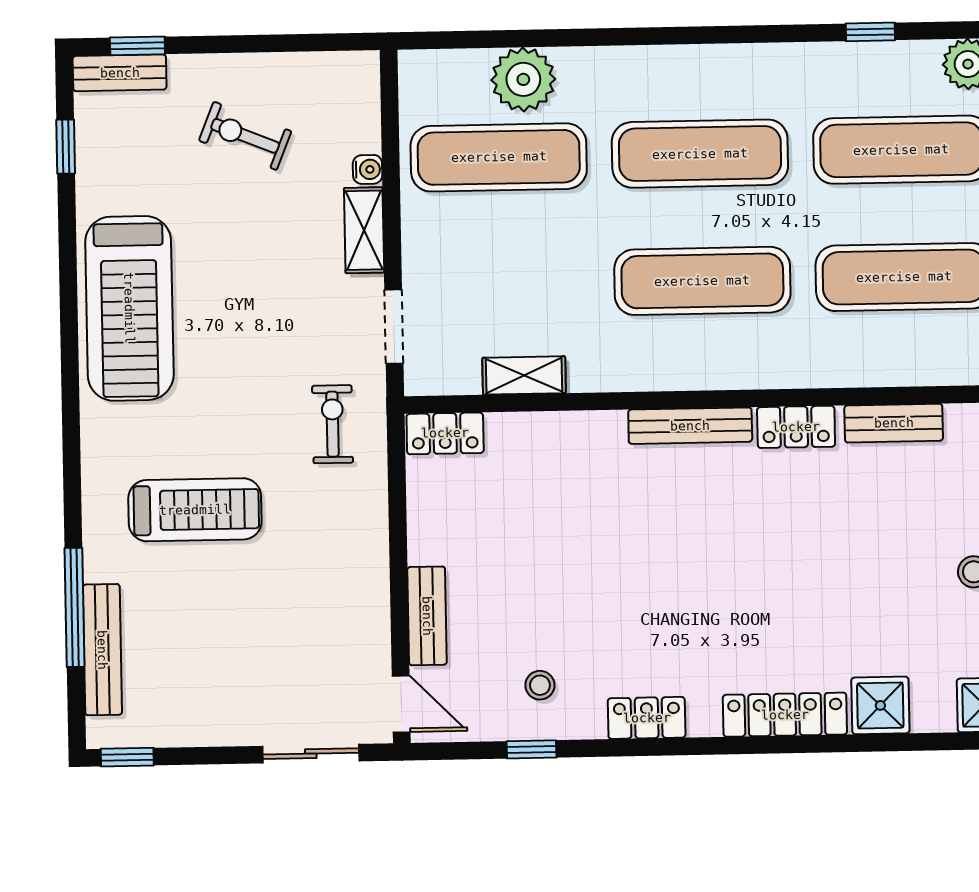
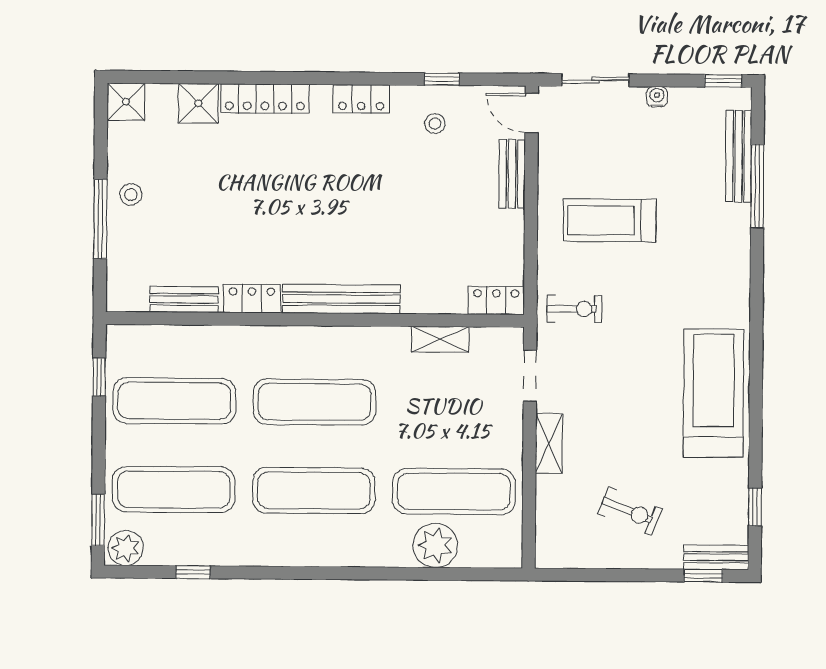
water cooler: (368, 169) -> (657, 97), moved, turned 90
exercise bike: (333, 424) -> (574, 309), turned -90
bench: (690, 426) -> (341, 299), width x1.37, depth x1.21
treadmill: (195, 510) -> (610, 220), moved

